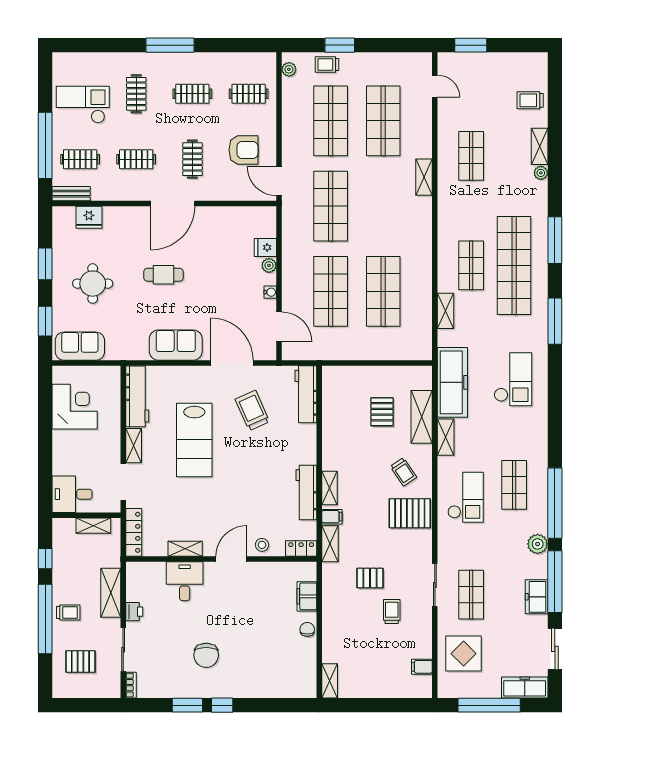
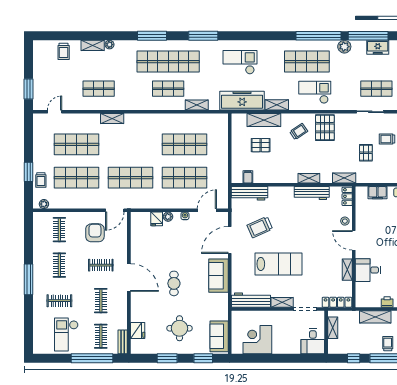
shop shelf: (514, 485) -> (307, 62), width x1.43, depth x1.36
filing cabinet: (332, 517) -> (248, 177), moved

